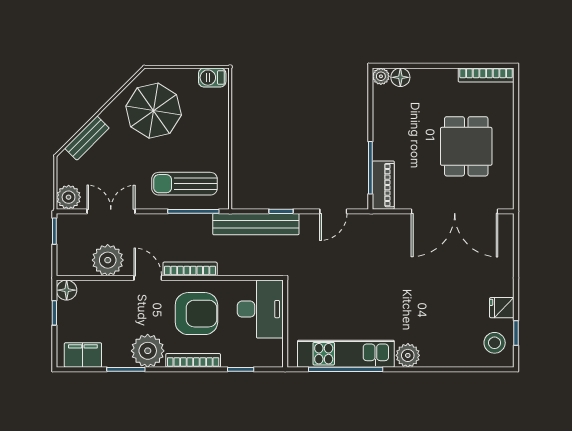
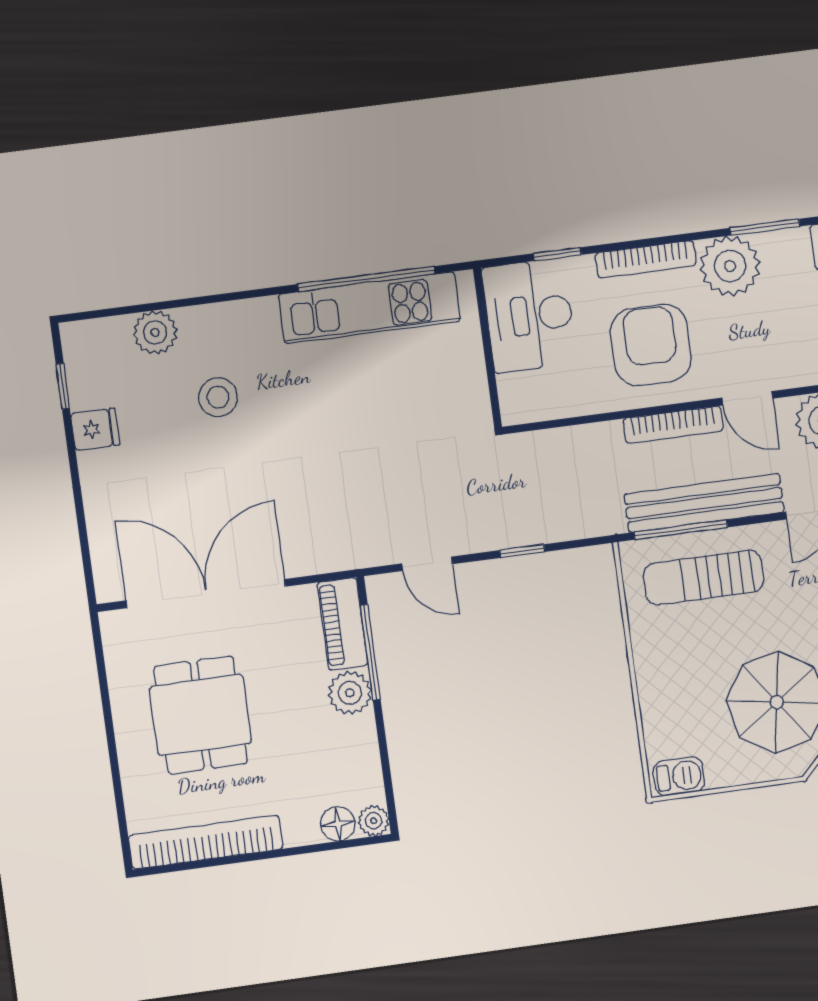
bookcase: (486, 75) -> (206, 842), width x1.48, depth x1.31
plant: (384, 147) -> (350, 693), added
sun lounger: (185, 184) -> (704, 578), turned 180
door: (333, 211) -> (427, 564), swing flipped
bench: (256, 224) -> (704, 503), moved
desk: (260, 309) -> (529, 315), moved
armchair: (196, 314) -> (651, 345), turned 90
stool: (495, 343) -> (218, 397), moved
plant: (408, 355) -> (155, 332), moved

